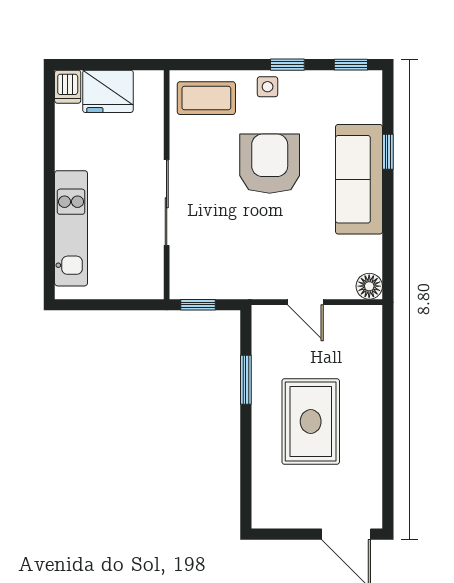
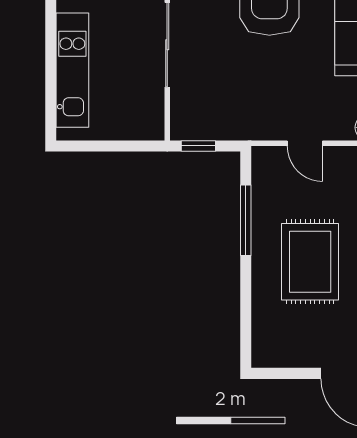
window: (246, 380) -> (246, 220), width x1.44

